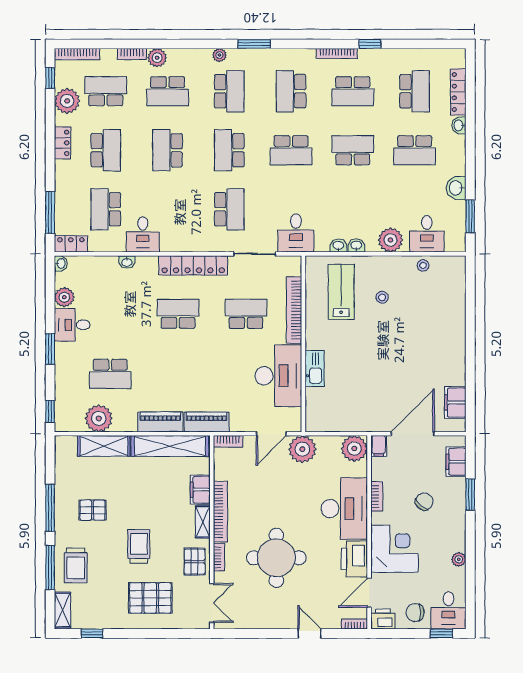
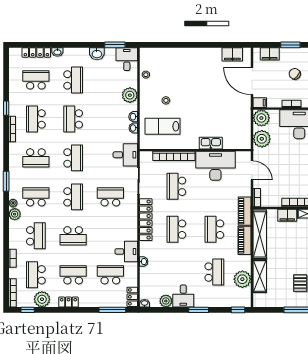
plant: (157, 58) -> (15, 214), moved
school desk: (353, 91) -> (36, 119), turned 180
school desk: (229, 150) -> (73, 197), turned -90
school desk: (106, 209) -> (110, 275), turned 180
desk: (427, 234) -> (127, 59), moved, turned -90
school desk: (178, 374) -> (214, 229), added
plant: (302, 449) -> (262, 139), moved

